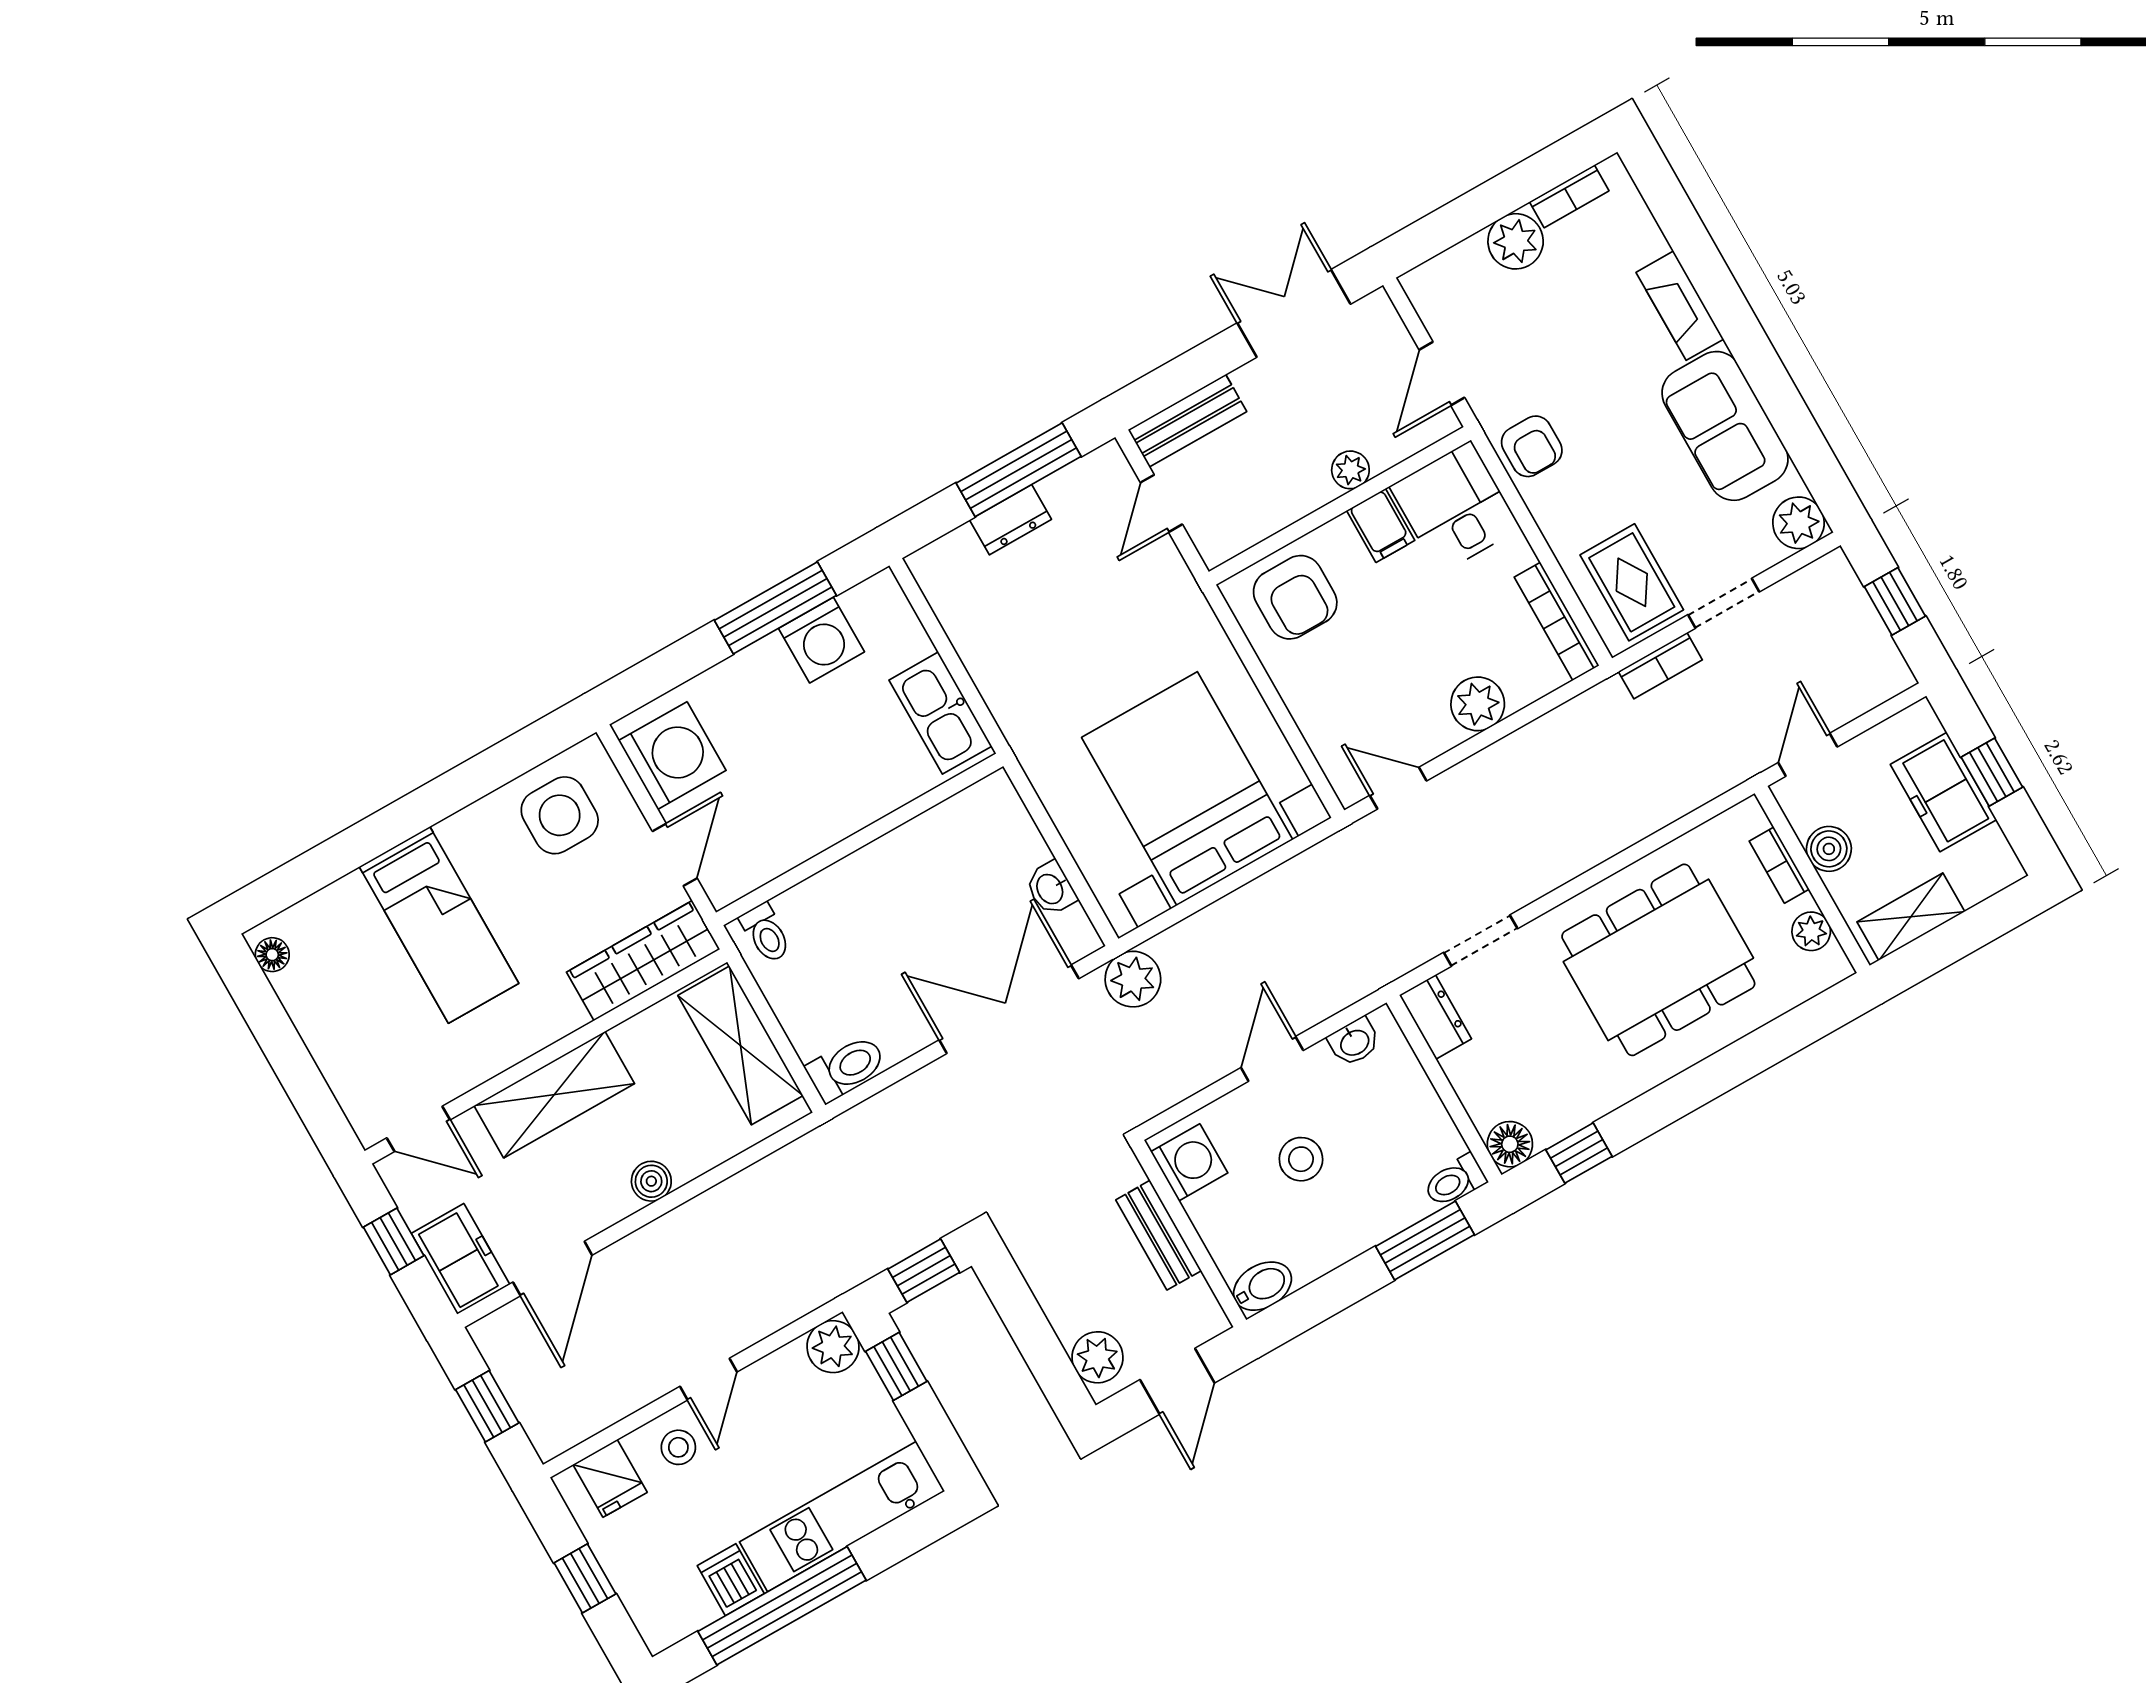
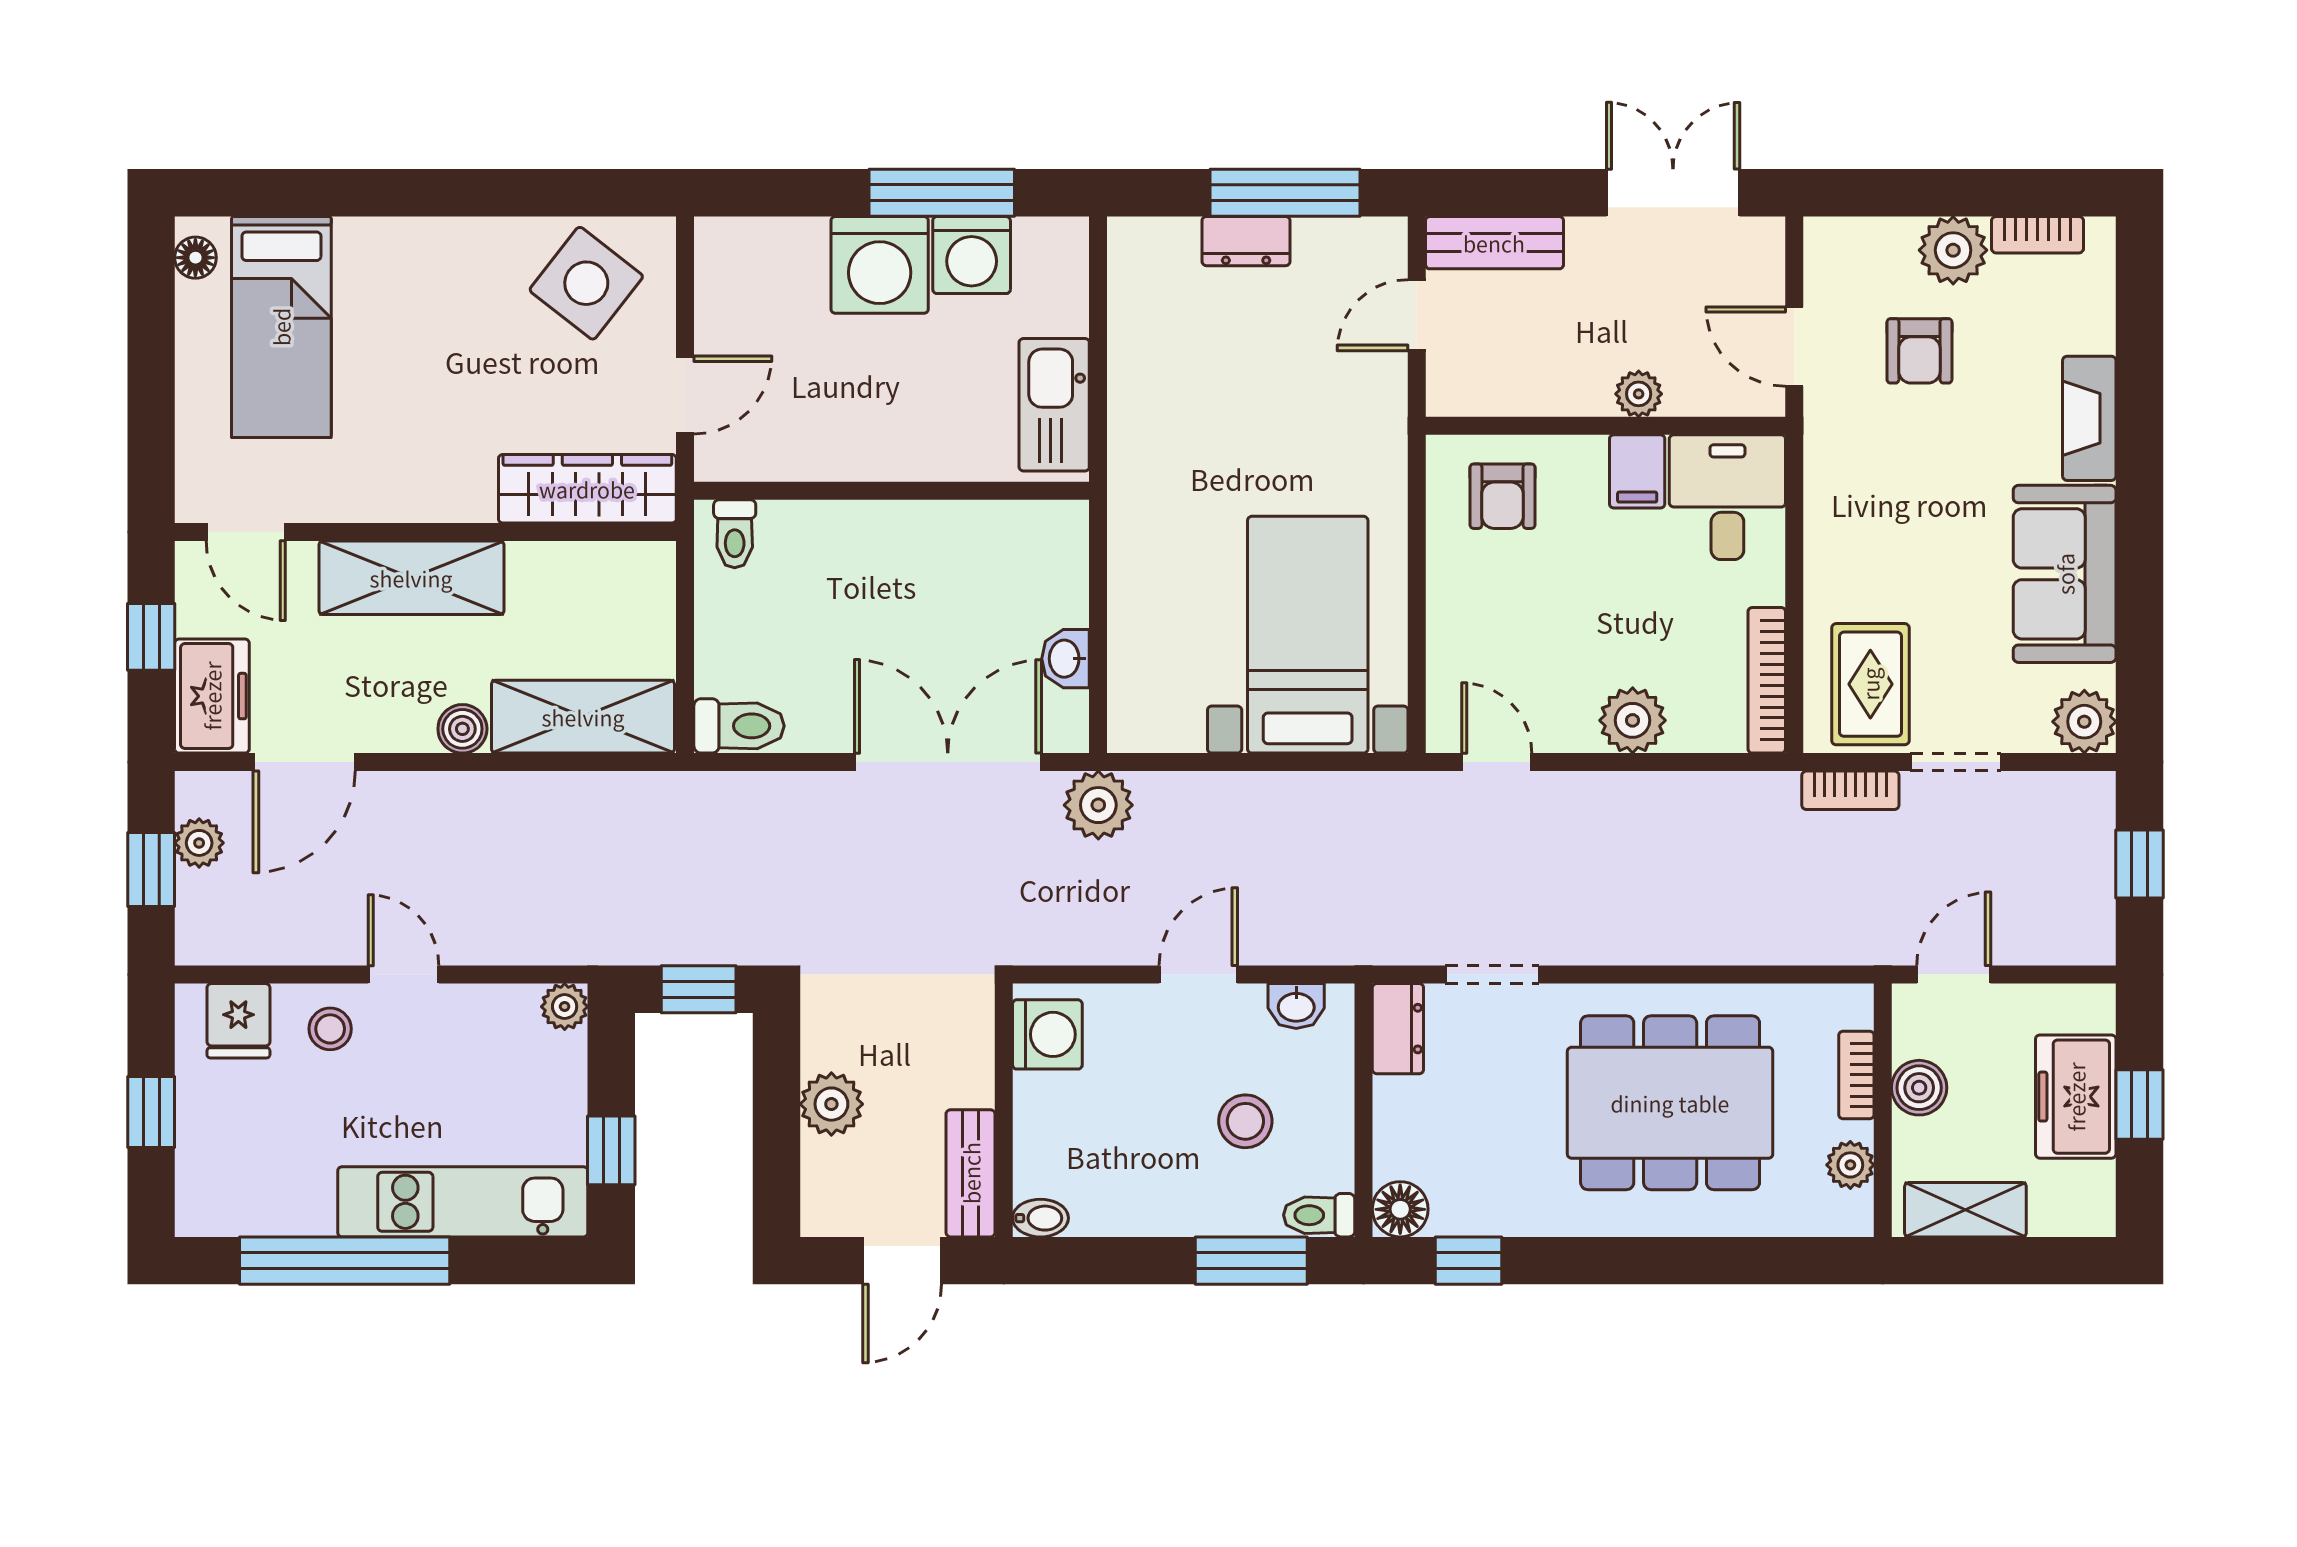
door: (1442, 374) -> (1794, 347), hinge flipped
armchair: (1532, 446) -> (1919, 351), moved
armchair: (1295, 597) -> (1503, 496), width x0.72, depth x0.72
washing machine: (672, 756) -> (880, 265), moved, turned 90
bed with nightstands: (1187, 789) -> (1308, 635), width x0.73
side table: (560, 815) -> (586, 283), turned 38
bed: (439, 925) -> (281, 327), moved
shelving: (740, 1045) -> (583, 717), moved, turned 90
stool: (1301, 1159) -> (1245, 1121), moved
bench: (1159, 1235) -> (971, 1173), moved
bidet: (1262, 1286) -> (1040, 1218), width x0.72, depth x0.74
plant: (833, 1347) -> (565, 1007), width x0.73, depth x0.73
plant: (1097, 1357) -> (831, 1104), moved
window: (896, 1366) -> (611, 1150), moved
plant: (511, 1368) -> (199, 843), added
door: (708, 1379) -> (403, 974), swing flipped
dishwasher: (731, 1580) -> (306, 1202), removed

